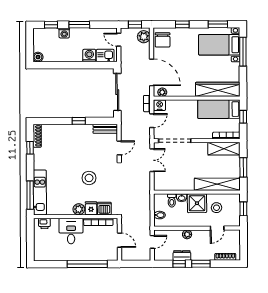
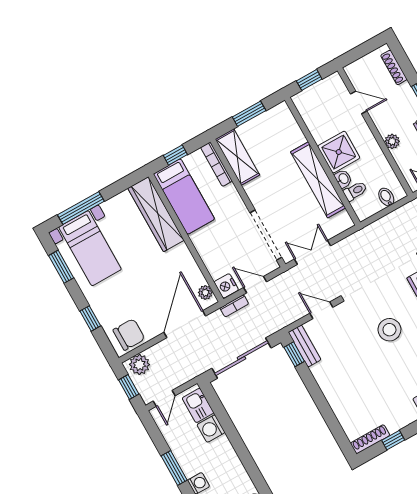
window: (79, 121) -> (294, 354), moved
shelving: (217, 184) -> (318, 180), moved
stool: (216, 208) -> (329, 120), removed

